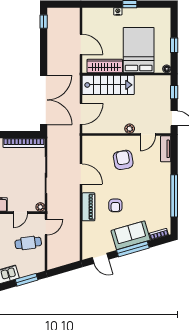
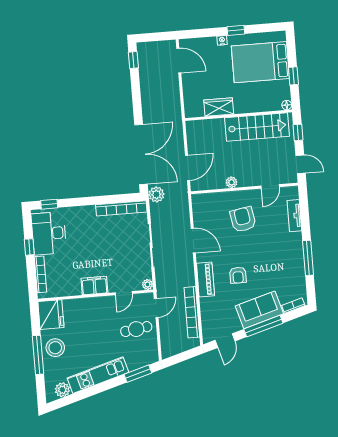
door: (81, 44) -> (179, 61), moved
bed: (139, 50) -> (260, 62), moved, turned -90
wardrobe: (105, 66) -> (219, 107), width x0.67
stairs: (108, 85) -> (257, 127), moved
plant: (130, 129) -> (231, 182), moved
plant: (54, 134) -> (156, 194), added
tv unit: (166, 149) -> (294, 216), moved
window: (174, 196) -> (308, 258), width x0.68
bookcase: (75, 233) -> (192, 312), added
door: (100, 258) -> (225, 341), hinge flipped

